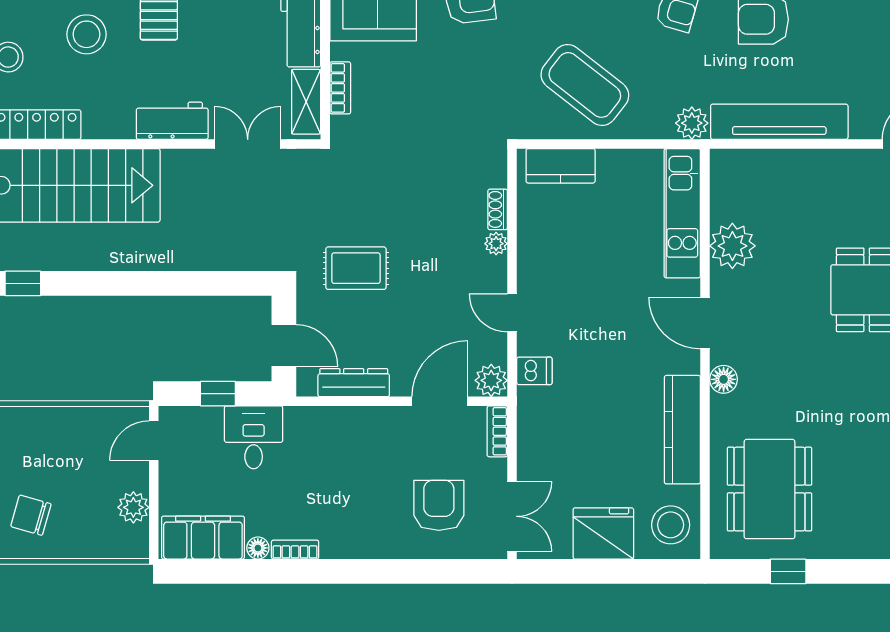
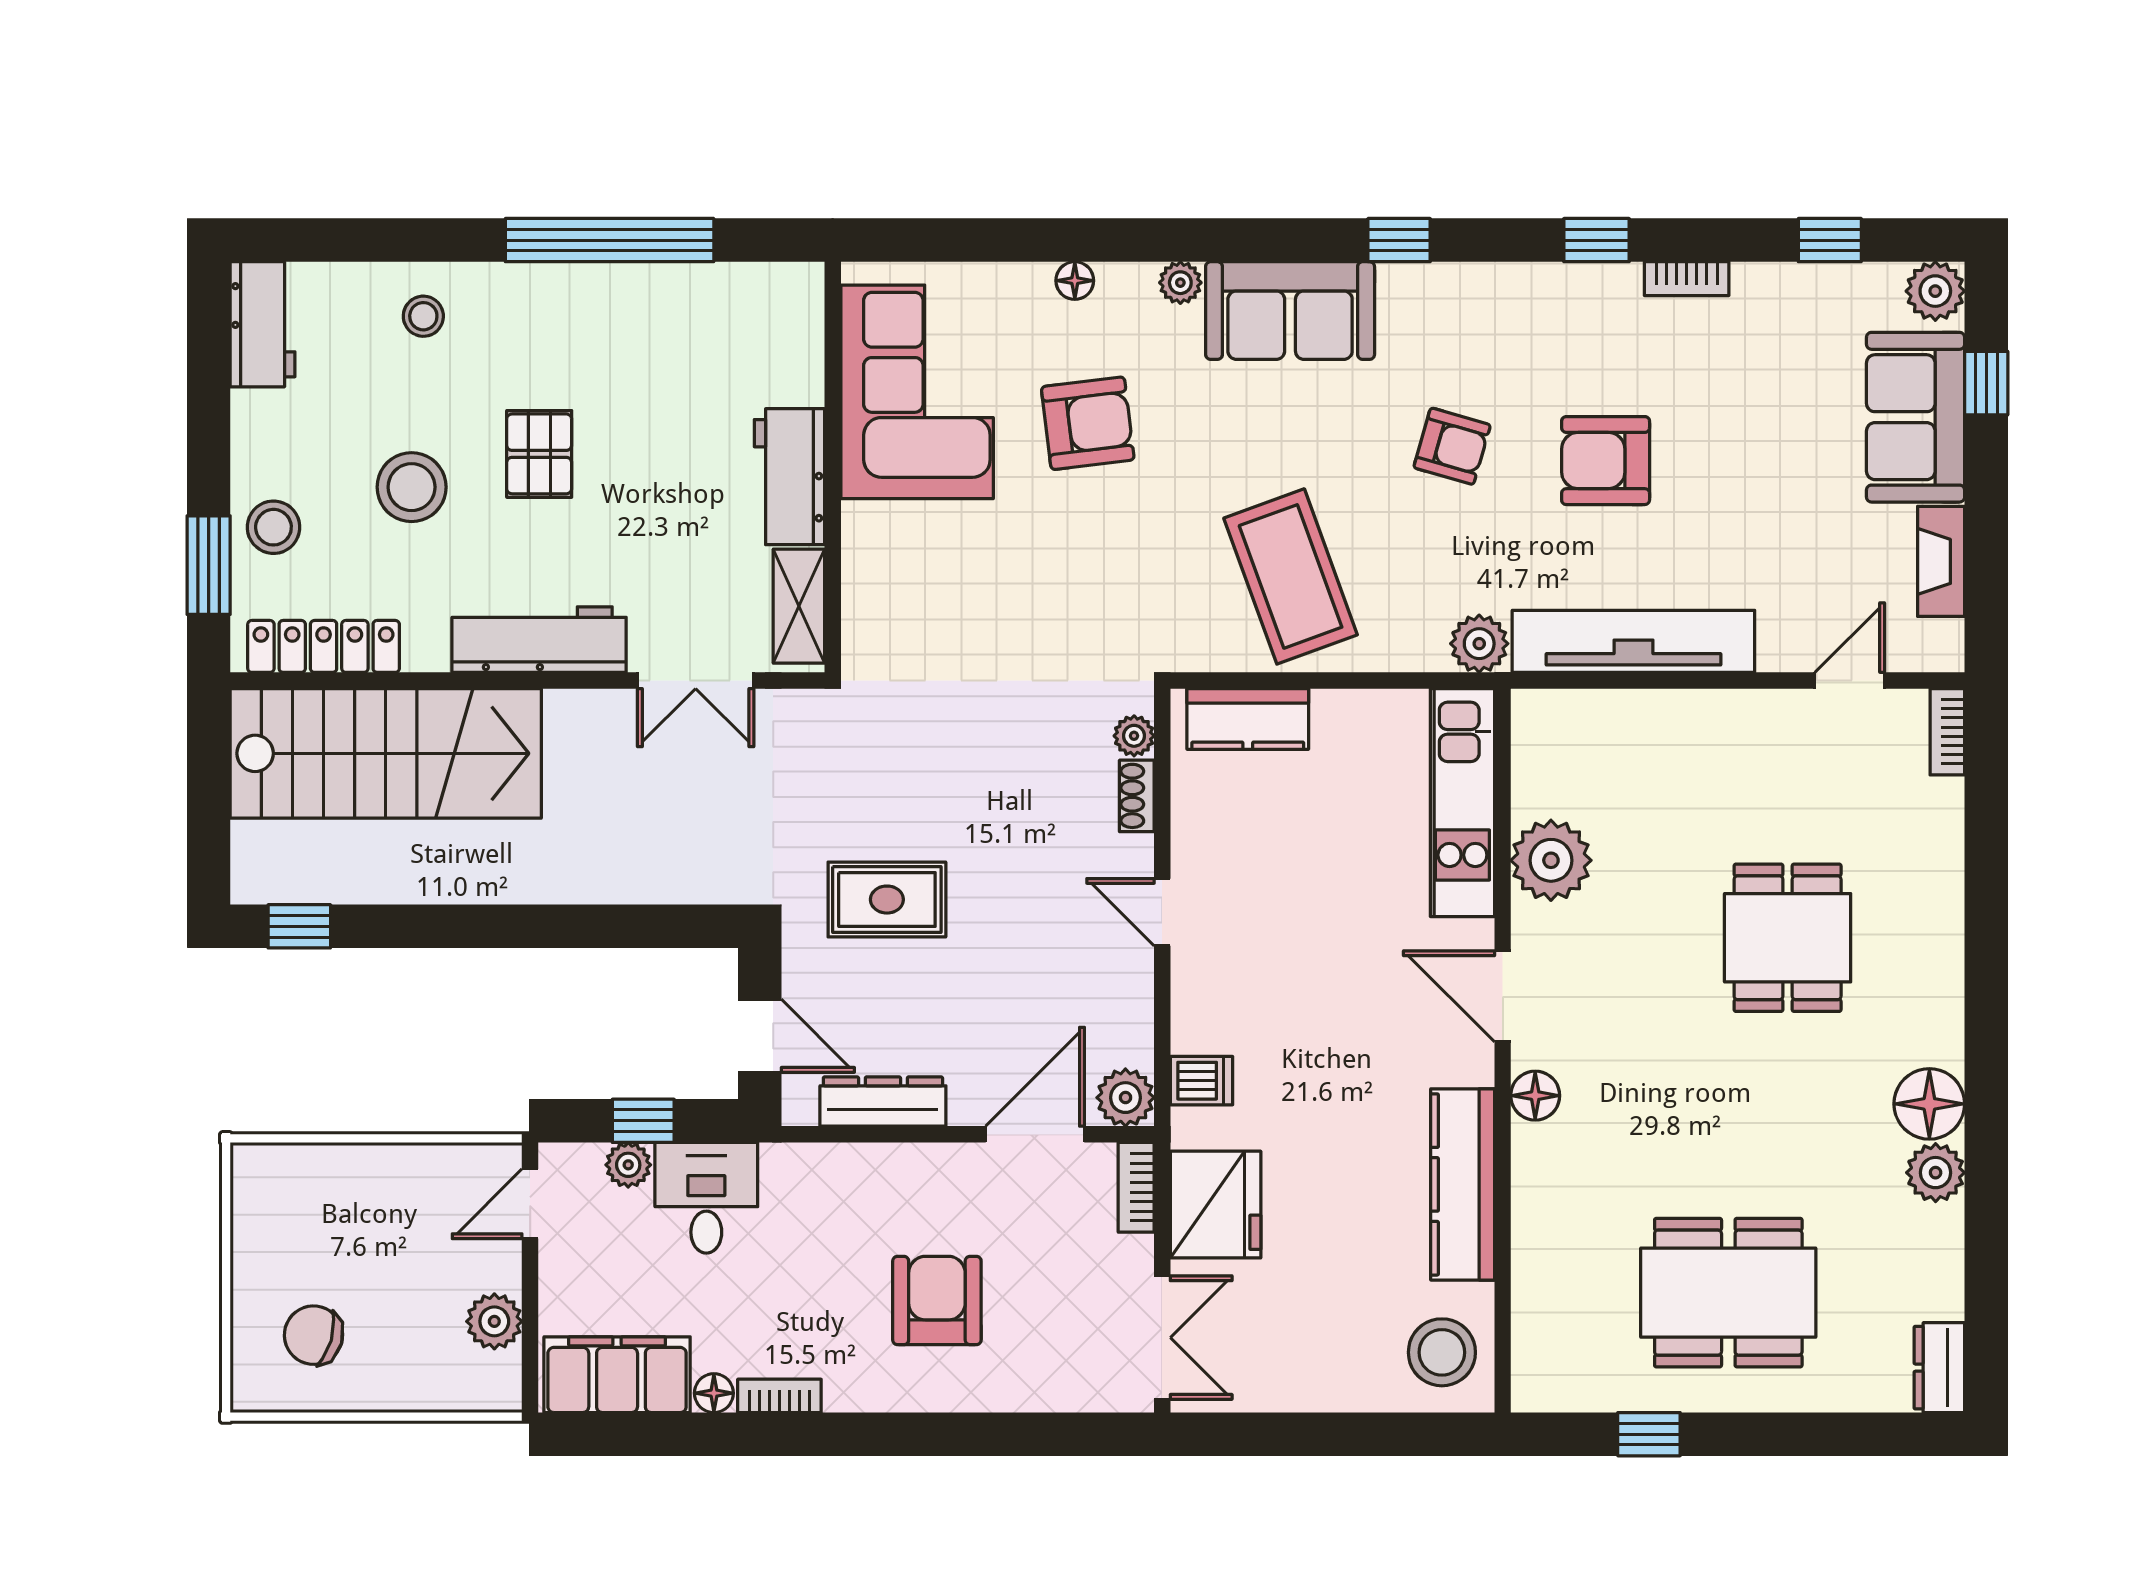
coffee table: (585, 85) -> (1291, 576), turned 32
bookcase: (340, 88) -> (859, 582), removed
workbench: (172, 121) -> (539, 640), width x1.38
double door: (248, 144) -> (696, 680), swing flipped
plant: (496, 244) -> (1134, 736), moved
door: (512, 313) -> (1162, 912), moved
plant: (209, 419) -> (628, 1165), added
dining table: (769, 489) -> (1728, 1293), moved, turned 90
armchair: (439, 505) -> (937, 1300), moved
fridge: (603, 533) -> (1216, 1205), moved, turned 90

